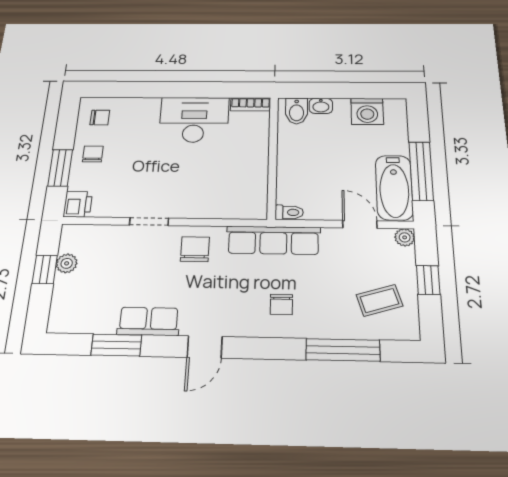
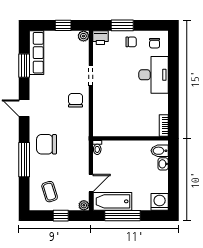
washing machine: (367, 111) -> (160, 202), moved, turned 90
desk: (194, 120) -> (154, 75), moved
row of seats: (273, 240) -> (81, 140), removed
chair: (195, 249) -> (76, 100), turned -90
plant: (67, 263) -> (83, 36), moved
chair: (281, 304) -> (47, 144), width x1.87, depth x1.87
row of seats: (149, 321) -> (37, 53), moved, width x1.48
window: (343, 350) -> (24, 160), moved

